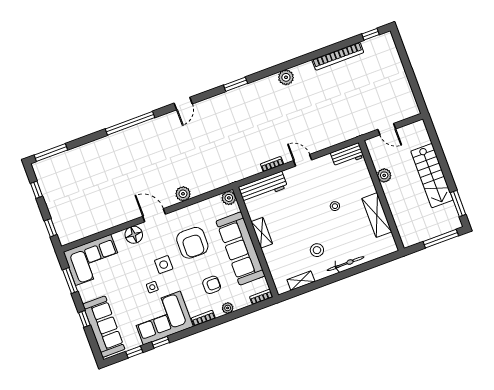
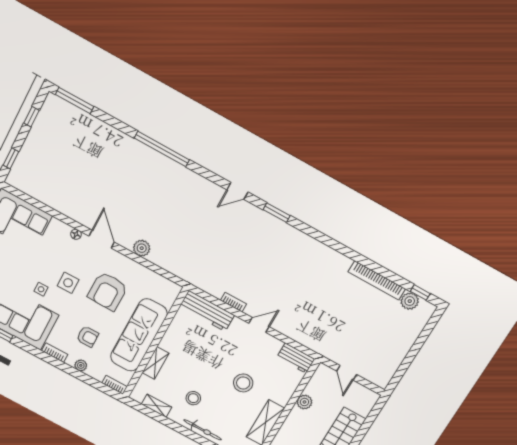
plant: (286, 77) -> (410, 301), moved
door: (183, 104) -> (237, 191), moved
door: (303, 160) -> (259, 325), hinge flipped
plant: (229, 198) -> (173, 290), removed
stool: (335, 206) -> (243, 383), width x1.89, depth x1.89
shelving: (262, 233) -> (156, 363), moved
floor lamp: (134, 235) -> (76, 234), width x0.53, depth x0.53

